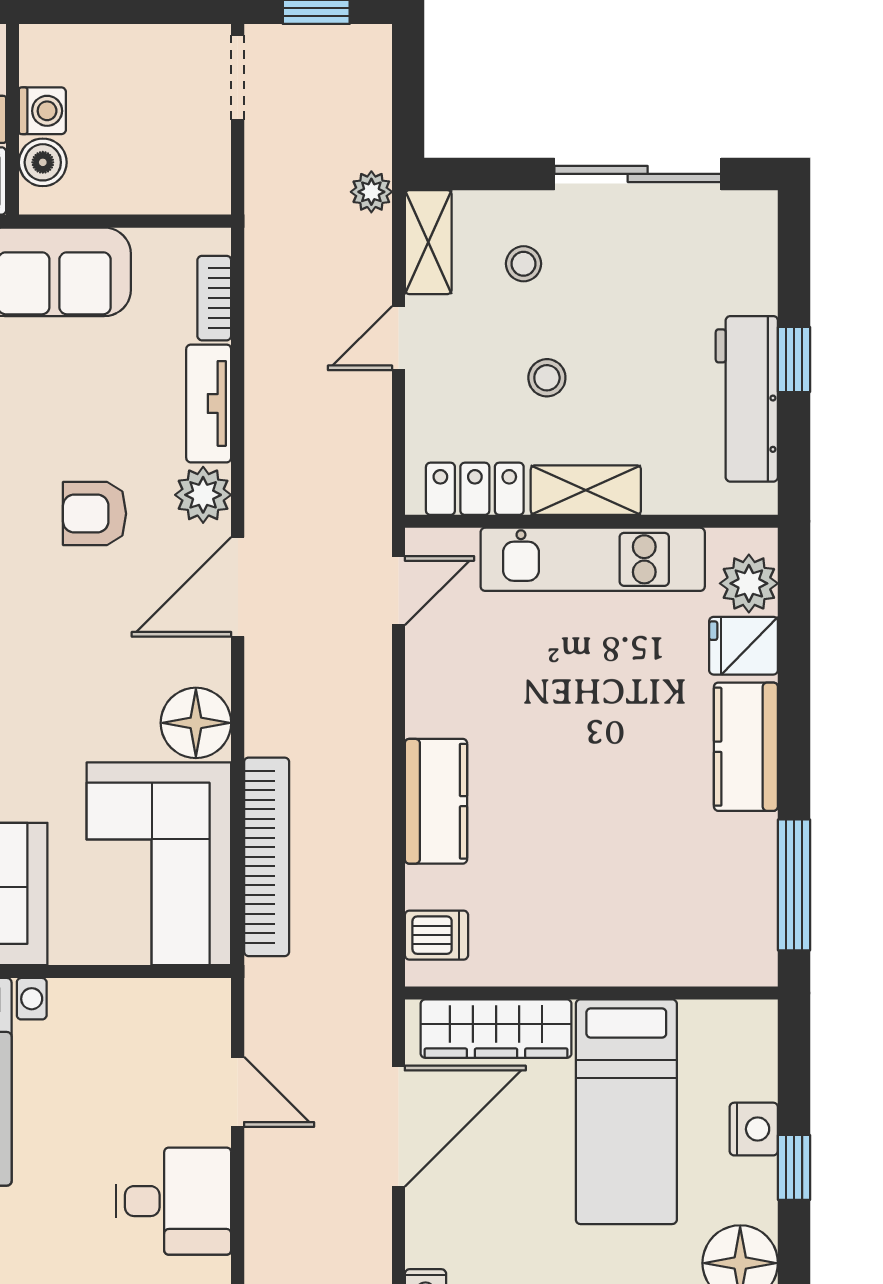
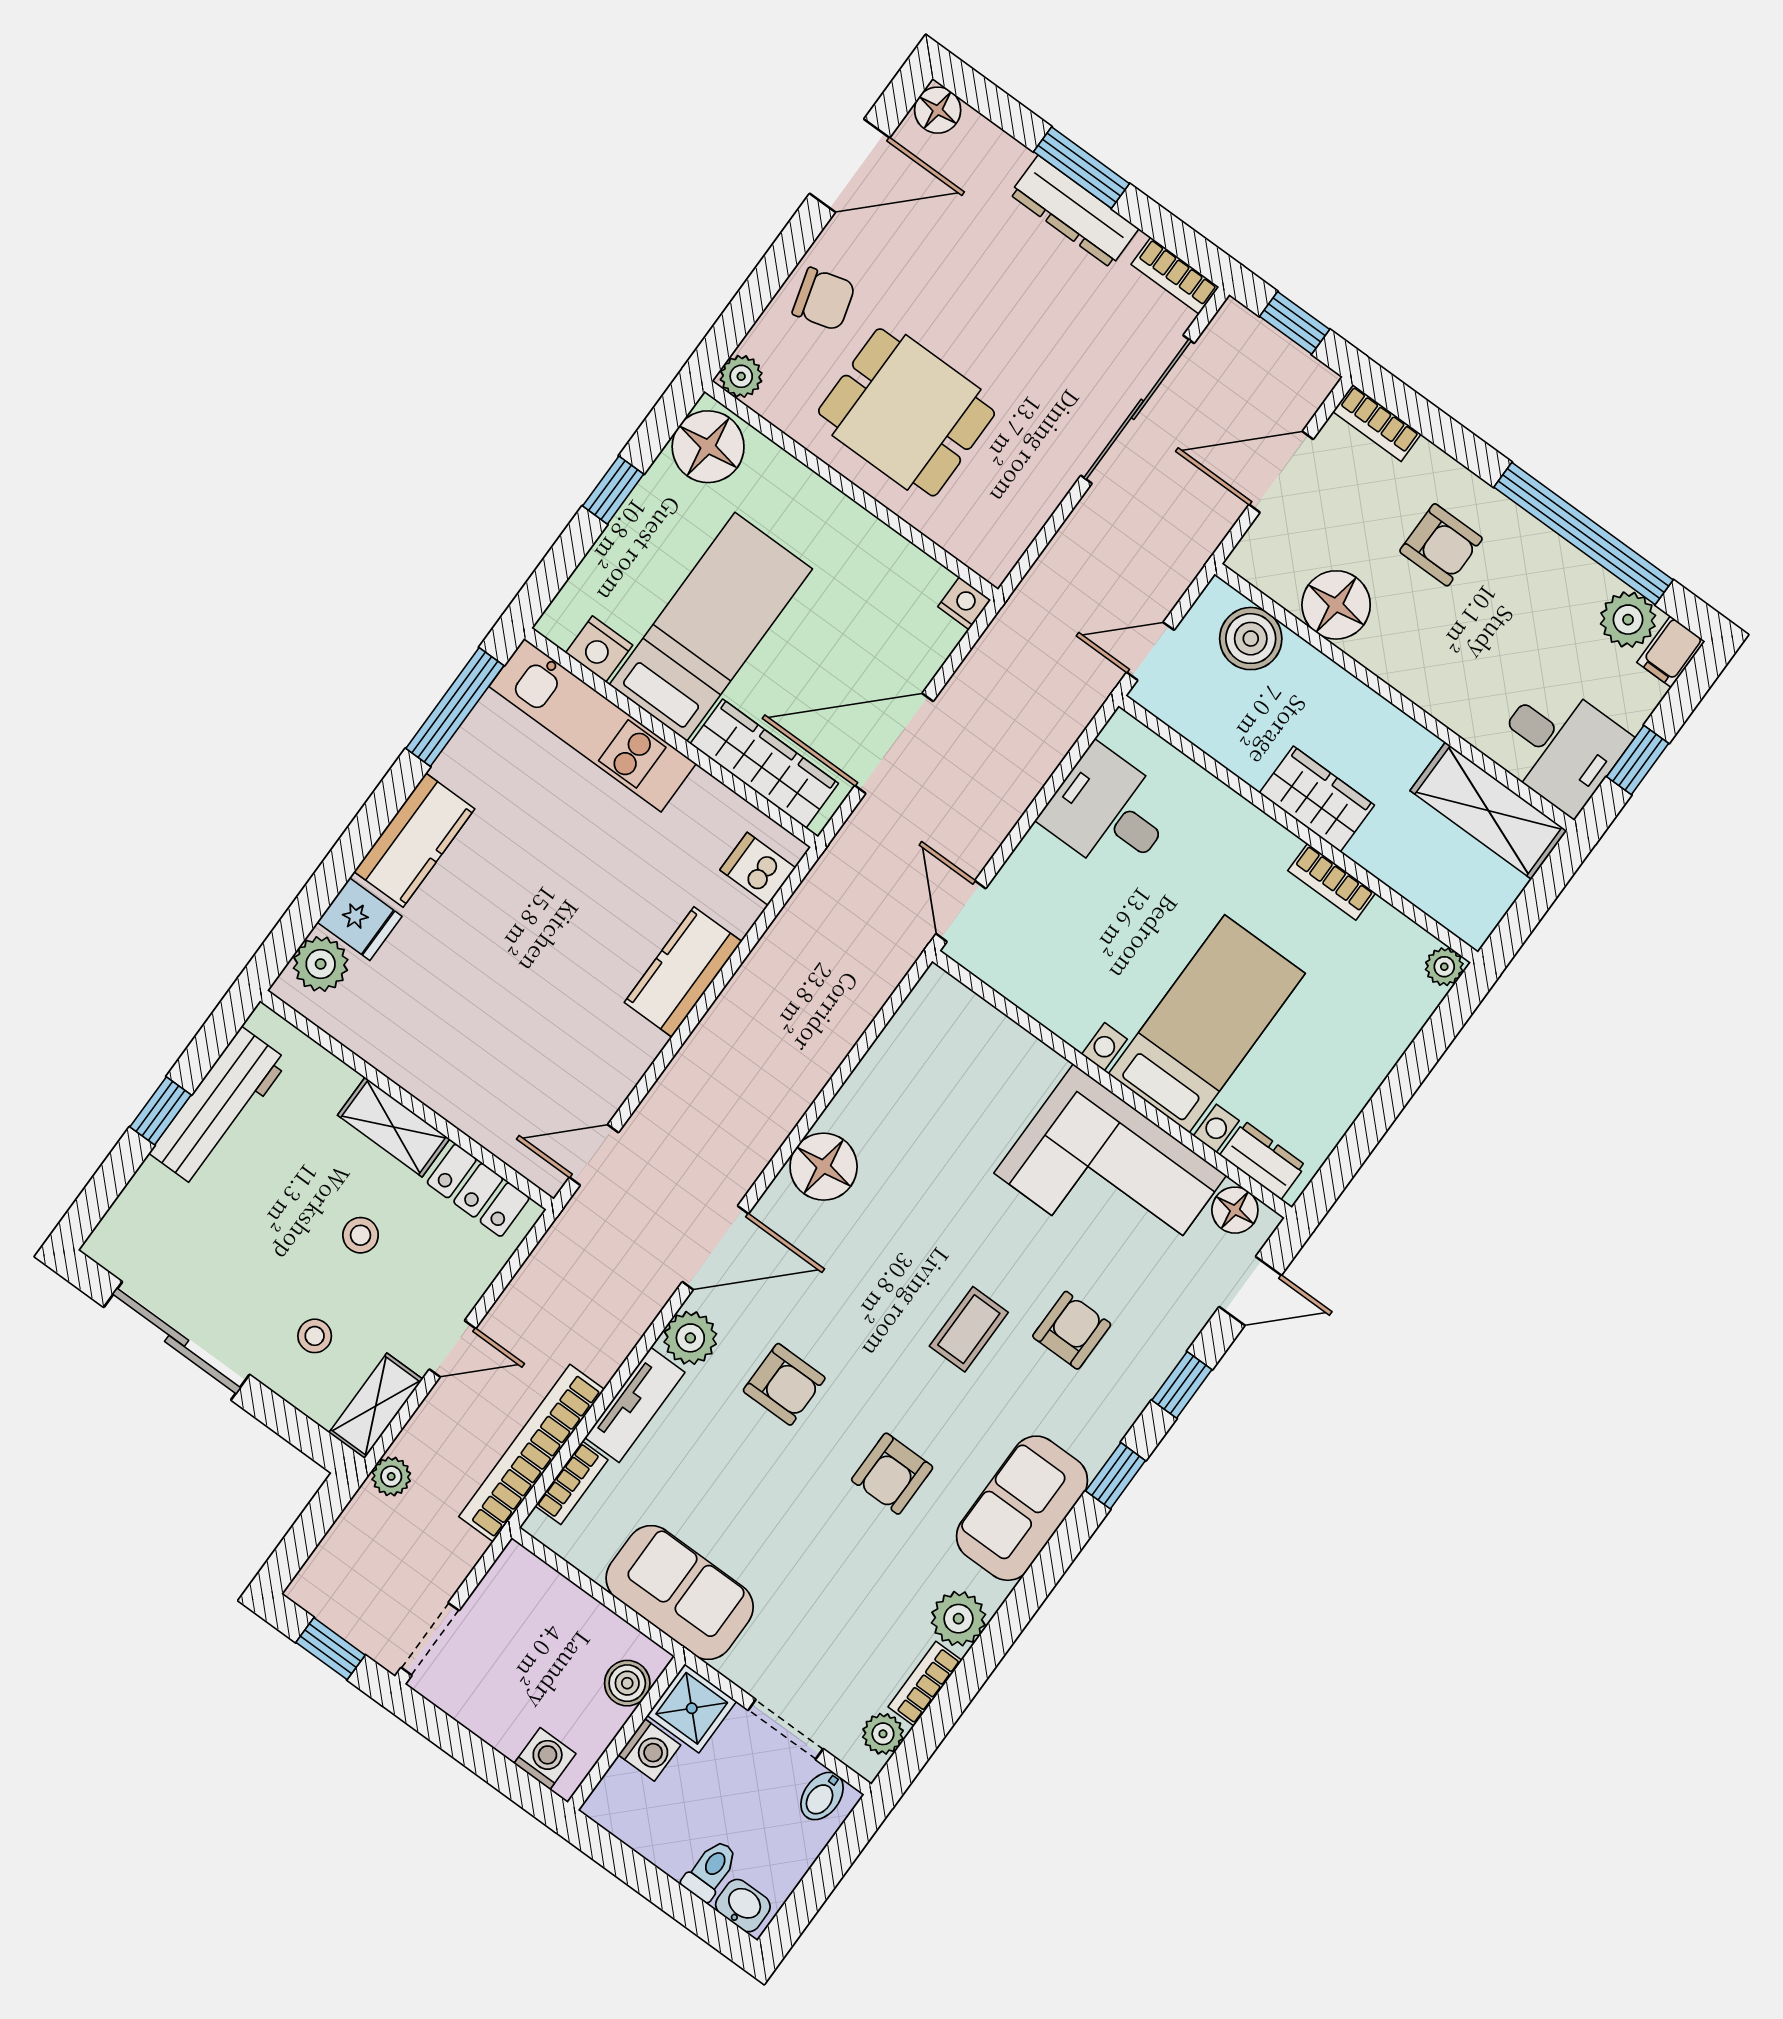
washing machine: (42, 111) -> (545, 1759), moved, turned 90
kitchen unit: (593, 559) -> (593, 725), moved, turned 180
bookcase: (267, 857) -> (532, 1453), moved
corner sofa: (159, 864) -> (931, 1079), removed
door: (238, 1092) -> (961, 911), moved
nightstand: (754, 1129) -> (599, 649), moved, turned -90

